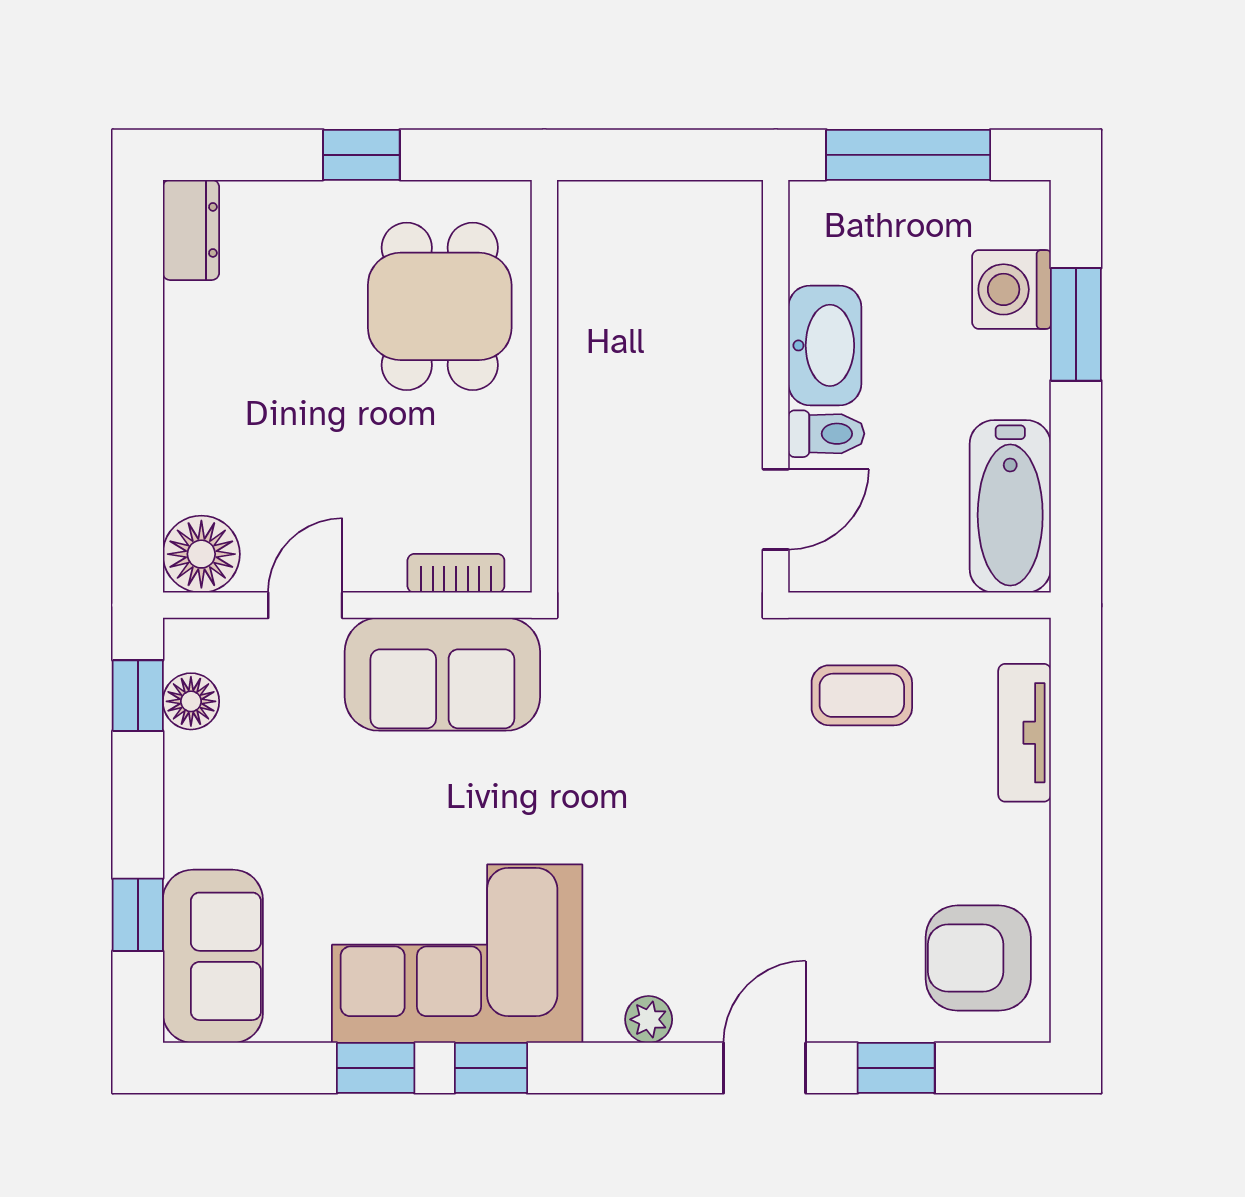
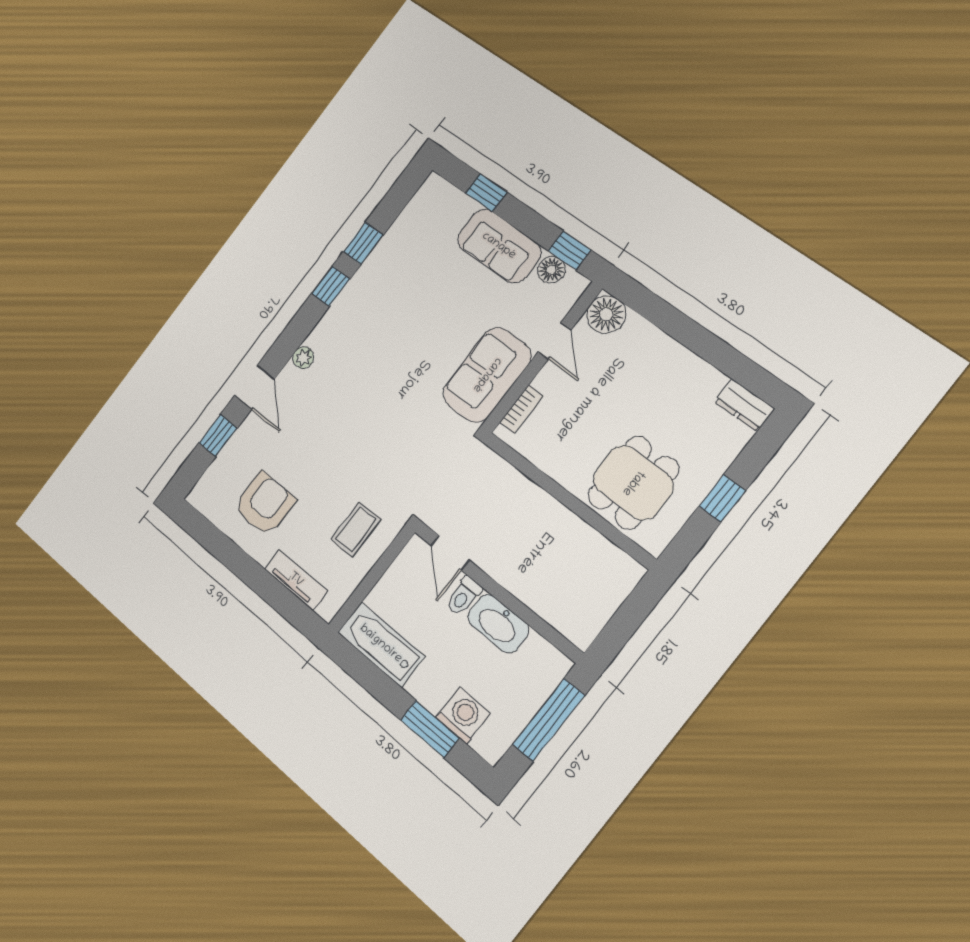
dining table: (440, 306) -> (633, 483), turned 90
corner sofa: (457, 954) -> (380, 304), removed
sofa: (213, 956) -> (499, 246), moved
armchair: (978, 958) -> (265, 504), moved

